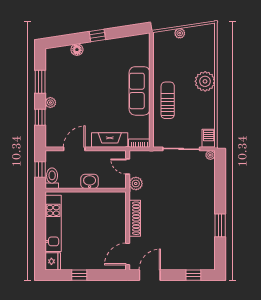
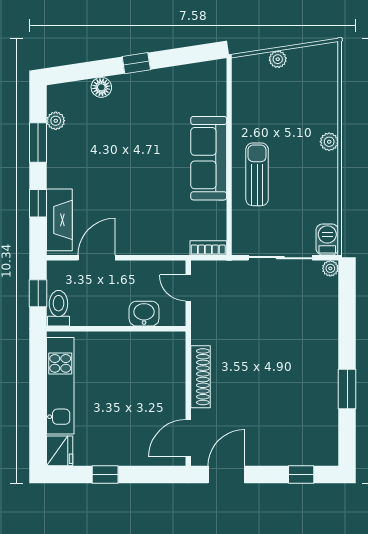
plant: (205, 81) -> (329, 142), width x0.53, depth x0.53
plant: (50, 103) -> (56, 121), moved
fireplace: (110, 140) -> (59, 220), moved, turned 90
washbasin: (90, 181) -> (144, 314), moved
plant: (136, 183) -> (202, 317), removed

